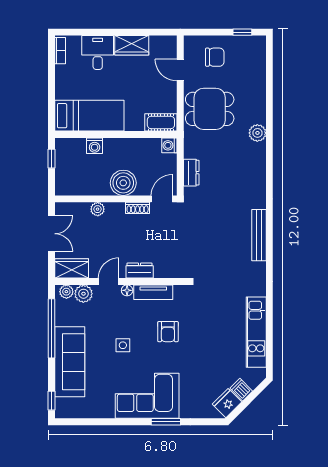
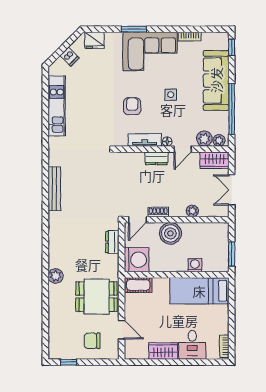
washing machine: (169, 145) -> (137, 260), width x1.89, depth x1.89
window: (52, 159) -> (232, 254), width x1.50
fridge: (227, 403) -> (94, 40), moved, turned 45
bookcase: (101, 413) -> (190, 37), added

